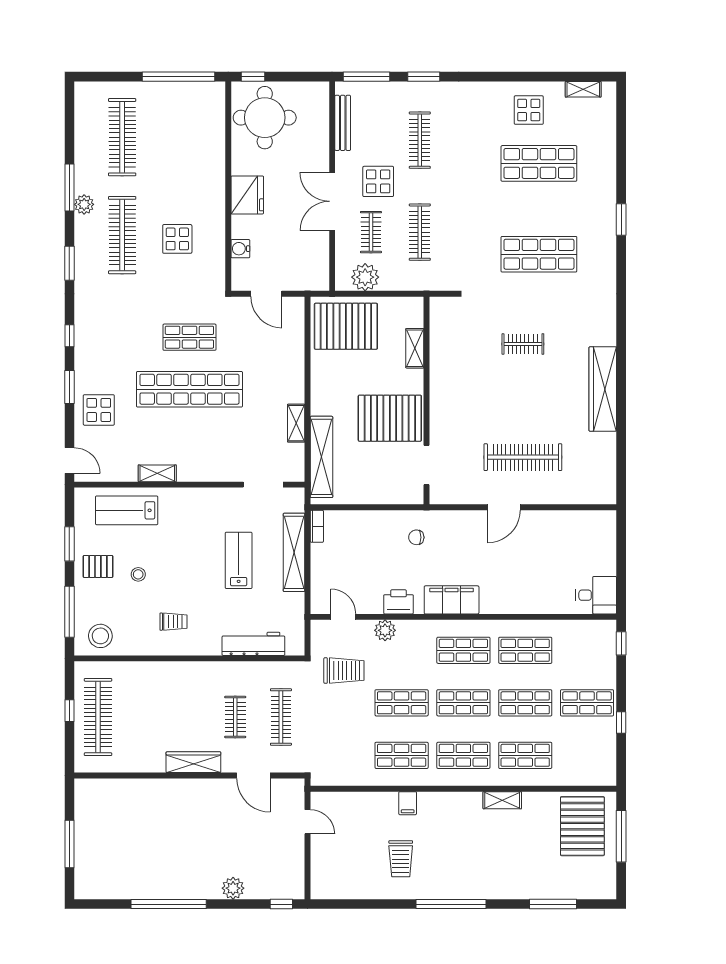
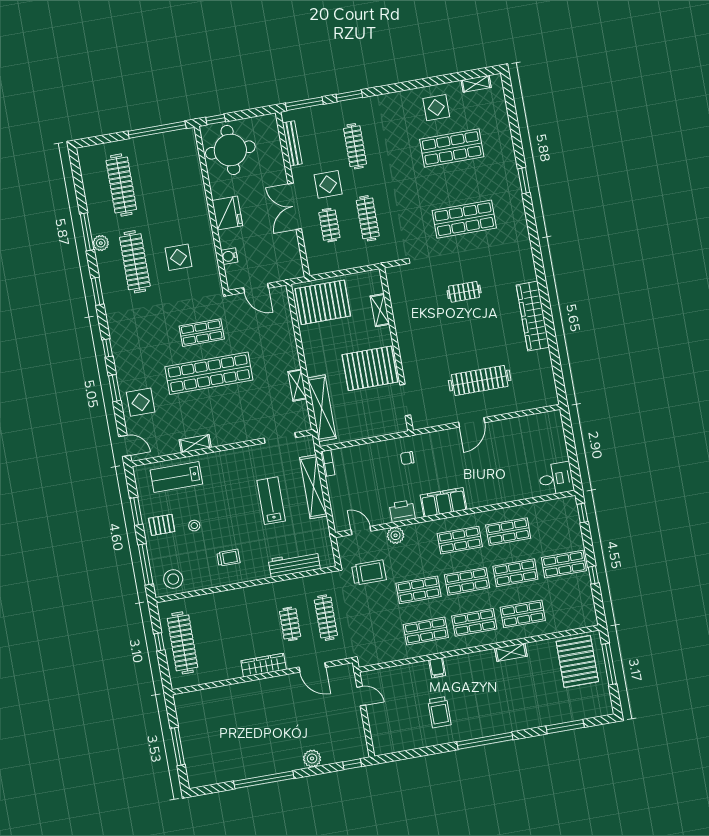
plant: (365, 277) -> (331, 261), removed

